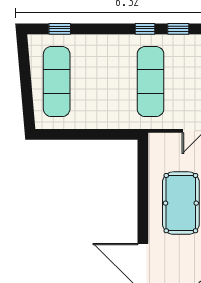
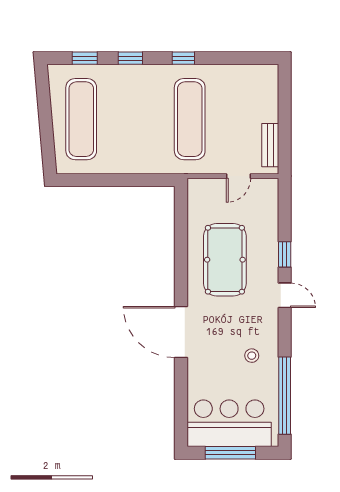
window: (178, 29) -> (130, 58), moved

